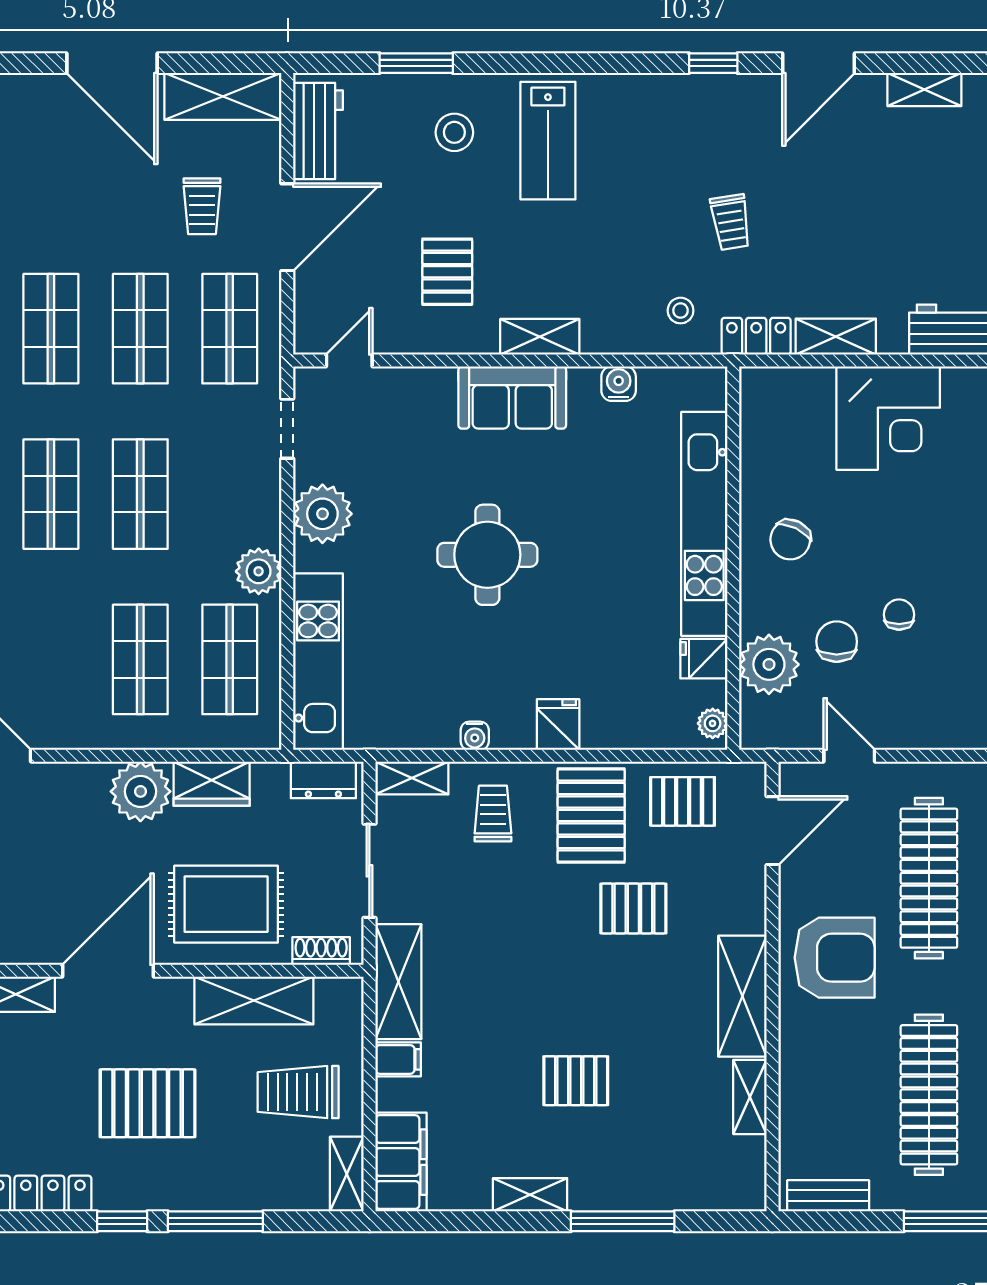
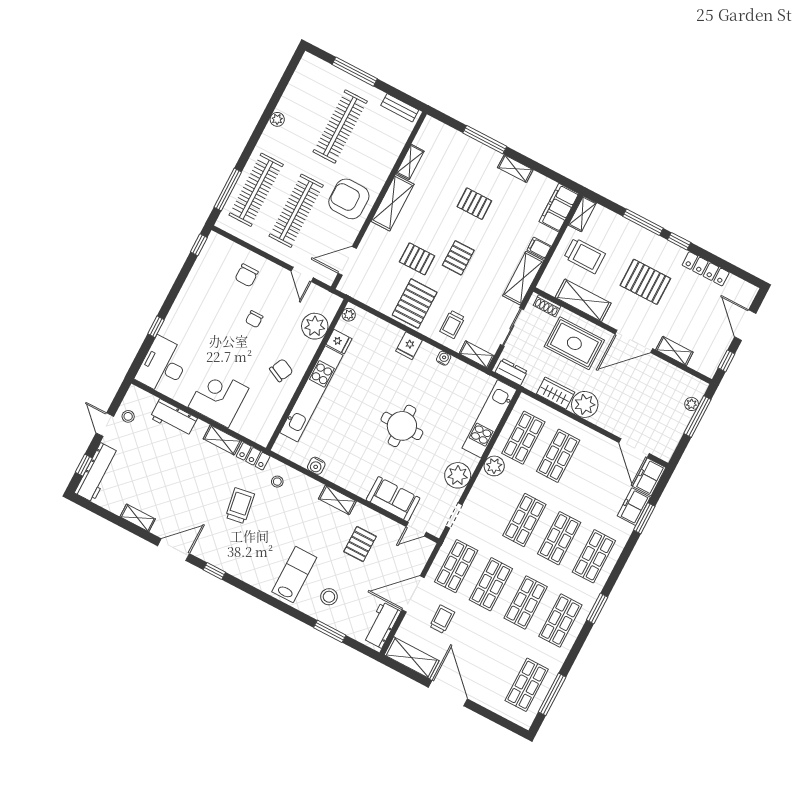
trolley: (731, 222) -> (240, 506), width x1.36, depth x1.39
sofa: (512, 397) -> (393, 499), moved
chair: (837, 642) -> (247, 275), moved
pallet: (683, 801) -> (458, 258), moved, turned 90

